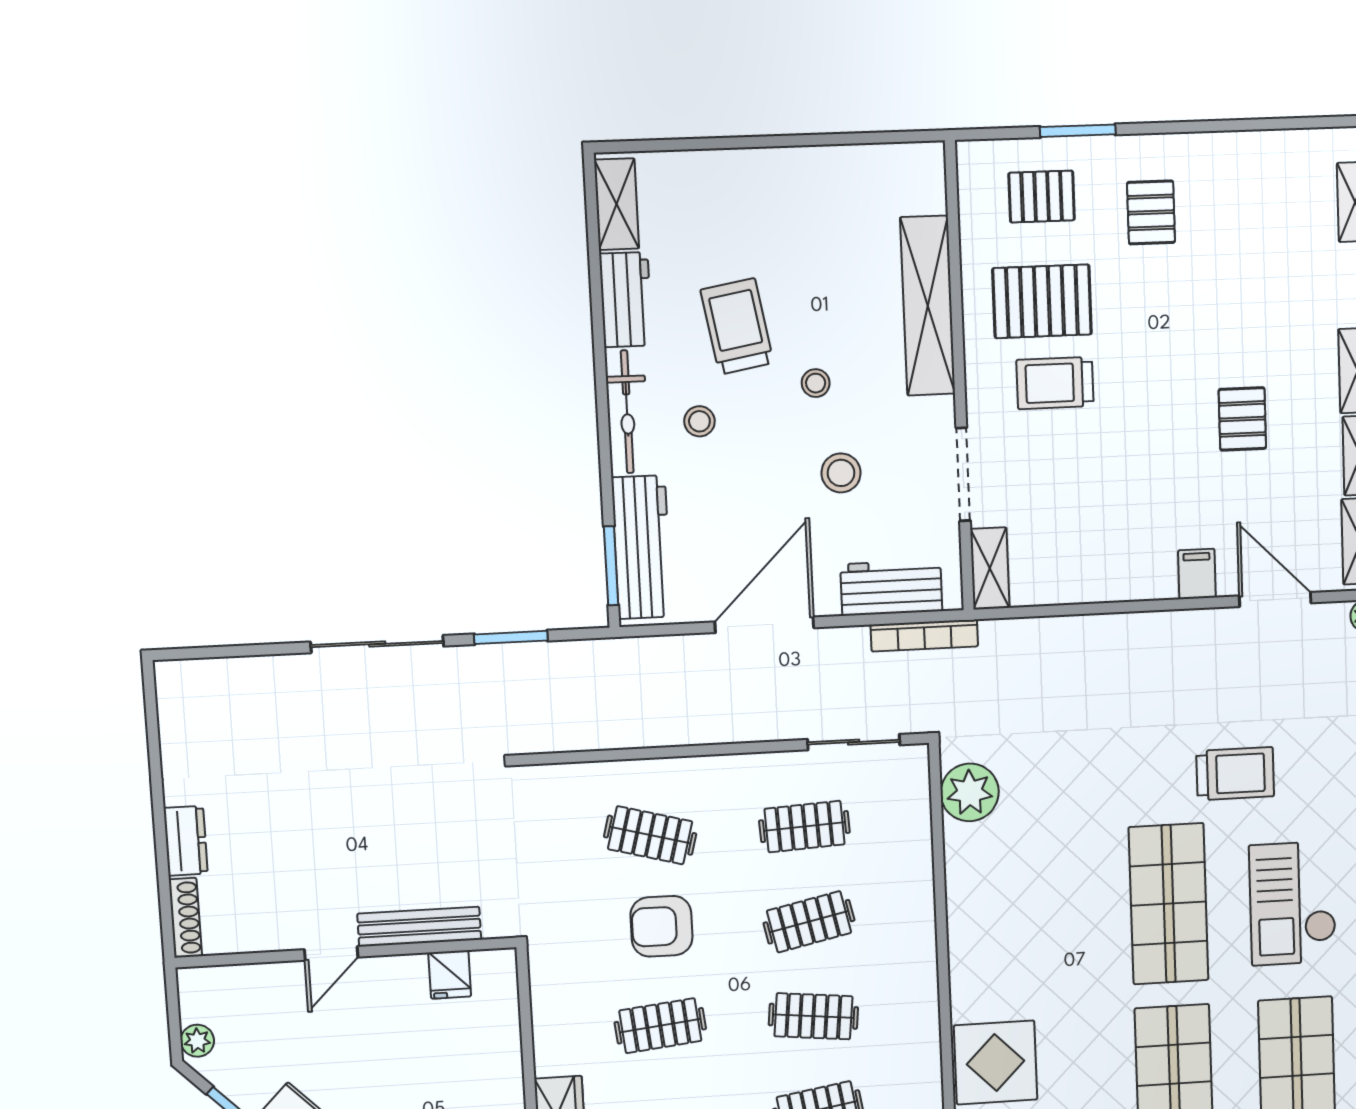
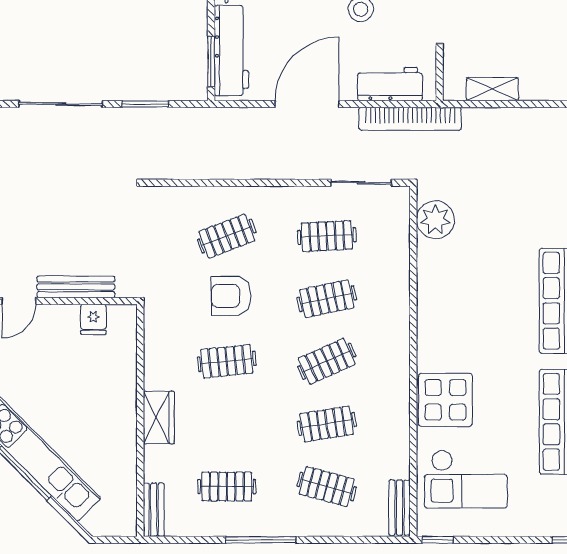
shelving: (990, 568) -> (492, 89), moved, turned 90
bookcase: (924, 635) -> (410, 119), width x1.48, depth x1.31
clothes rail: (650, 835) -> (227, 236), turned -36
clothes rail: (813, 1016) -> (327, 361), turned -30

